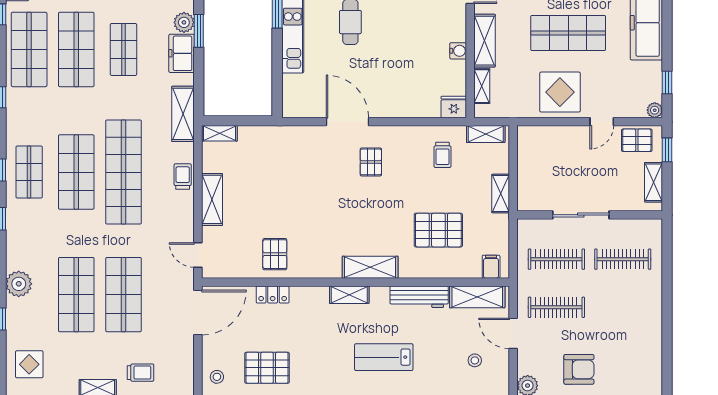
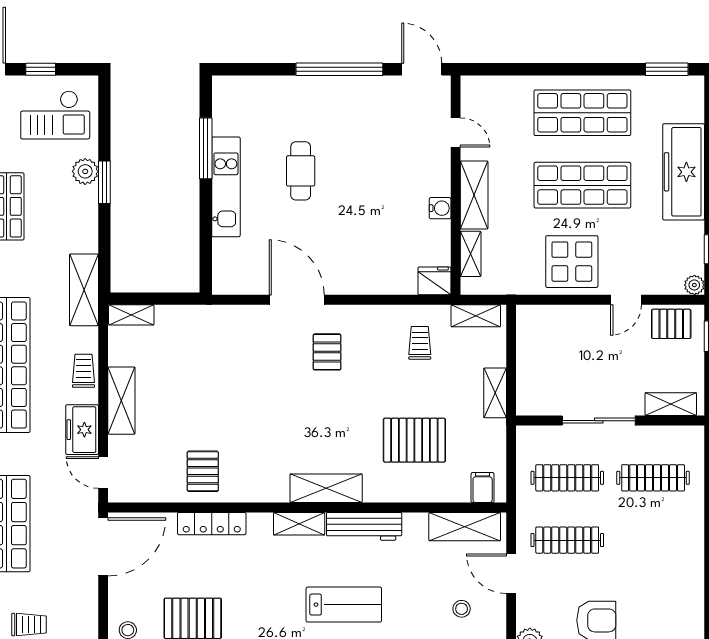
freezer: (182, 53) -> (82, 430), moved
trolley: (442, 155) -> (420, 343), turned 180
shelving: (653, 182) -> (671, 404), moved, turned 90
locker: (273, 295) -> (212, 524), width x1.53
workbench: (419, 297) -> (364, 526), moved
lab bench: (384, 357) -> (344, 605), turned 180

